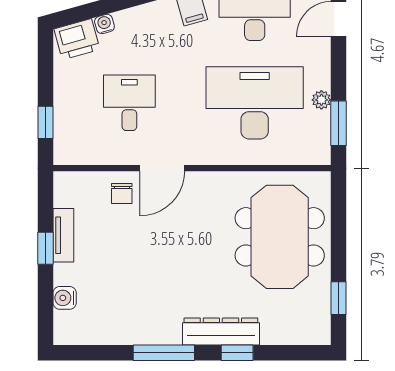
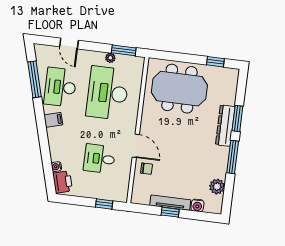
tv unit: (63, 235) -> (170, 203), width x1.41
plant: (105, 330) -> (217, 187), added
window: (237, 353) -> (237, 119), width x1.50

